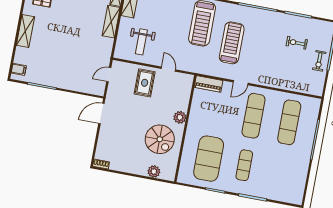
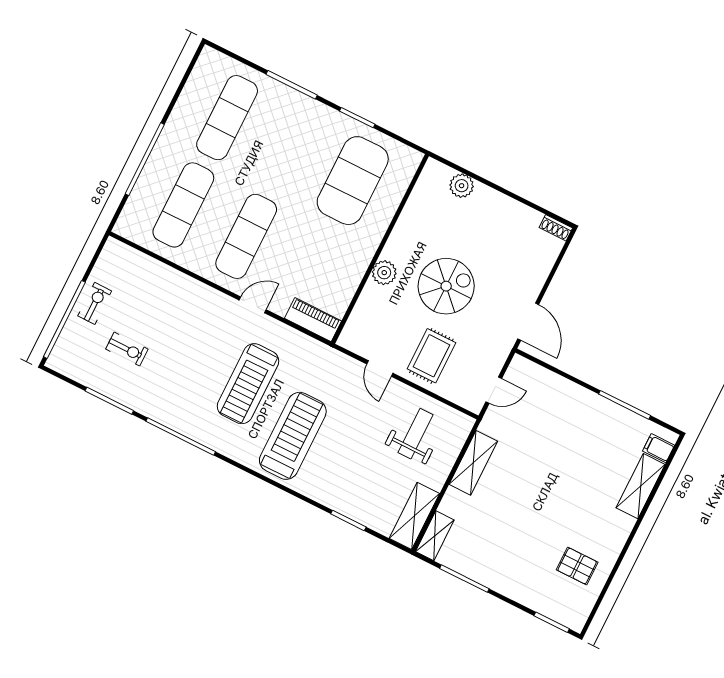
shelving: (111, 22) -> (473, 463), moved
shelving: (25, 31) -> (641, 486), moved
door: (101, 113) -> (528, 322), hinge flipped
spiral stairs: (160, 139) -> (446, 286), moved, turned 90
exercise mat: (244, 165) -> (227, 118), moved, width x1.36, depth x1.45

